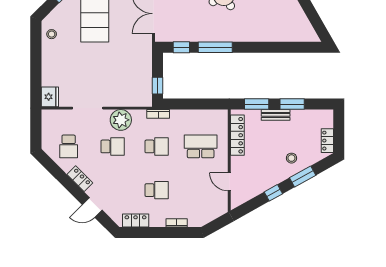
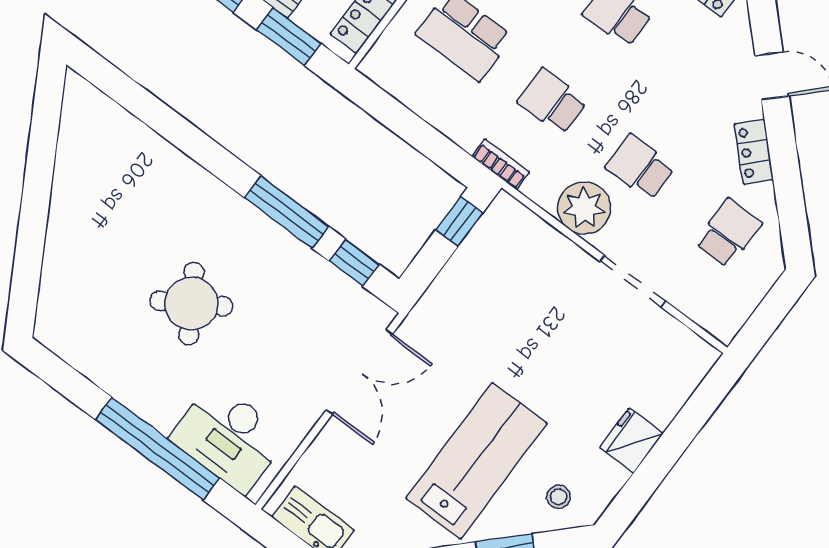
stool: (52, 34) -> (559, 497), moved
fridge: (50, 97) -> (631, 441), moved

